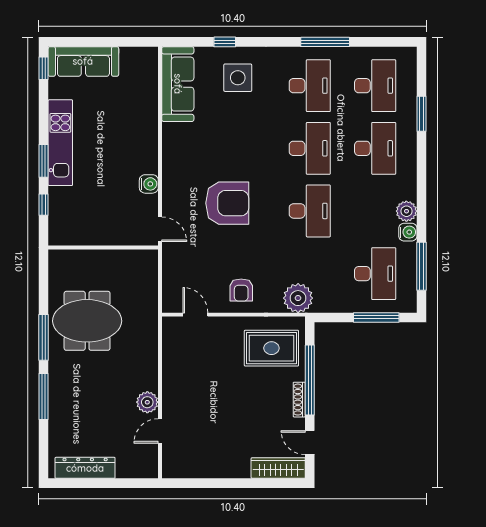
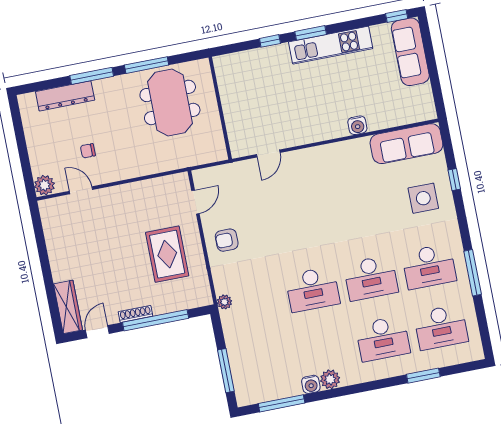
water cooler: (149, 184) -> (357, 125), moved
armchair: (227, 203) -> (305, 211), removed
wall: (103, 248) -> (220, 108), moved
desk: (375, 274) -> (266, 361), removed
plant: (298, 298) -> (224, 302), width x0.53, depth x0.53
rug: (271, 348) -> (167, 254), moved
plant: (147, 402) -> (44, 185), moved
chair: (120, 416) -> (88, 151), added
dresser: (85, 468) -> (65, 96), moved, turned 90

